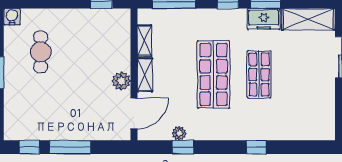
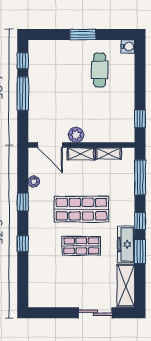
freezer: (264, 19) -> (126, 244), width x1.40
cafe table: (41, 52) -> (100, 70), turned 90
window: (183, 147) -> (23, 202), moved

